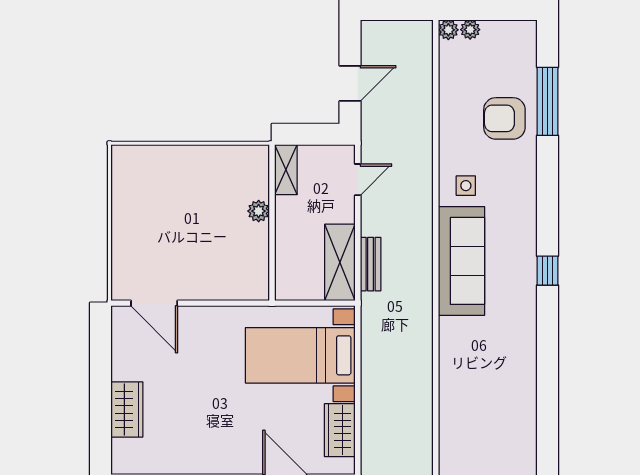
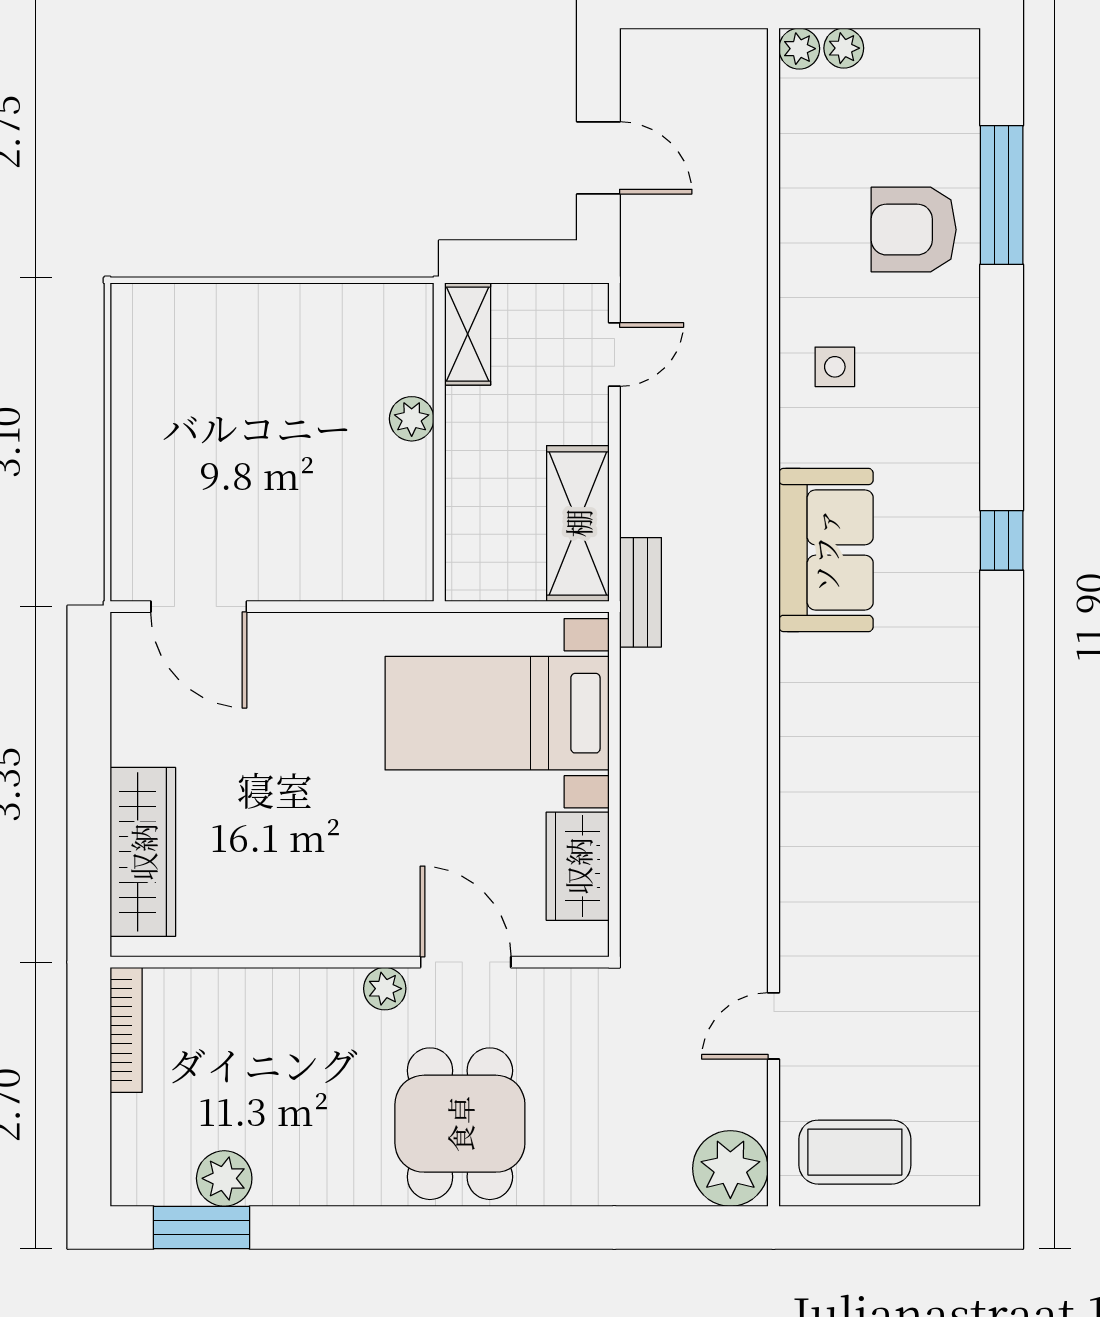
door: (350, 83) -> (598, 158), hinge flipped
sofa: (461, 261) -> (826, 550), width x0.73
bench: (371, 264) -> (641, 592), moved
wardrobe: (127, 409) -> (143, 852), width x1.50

